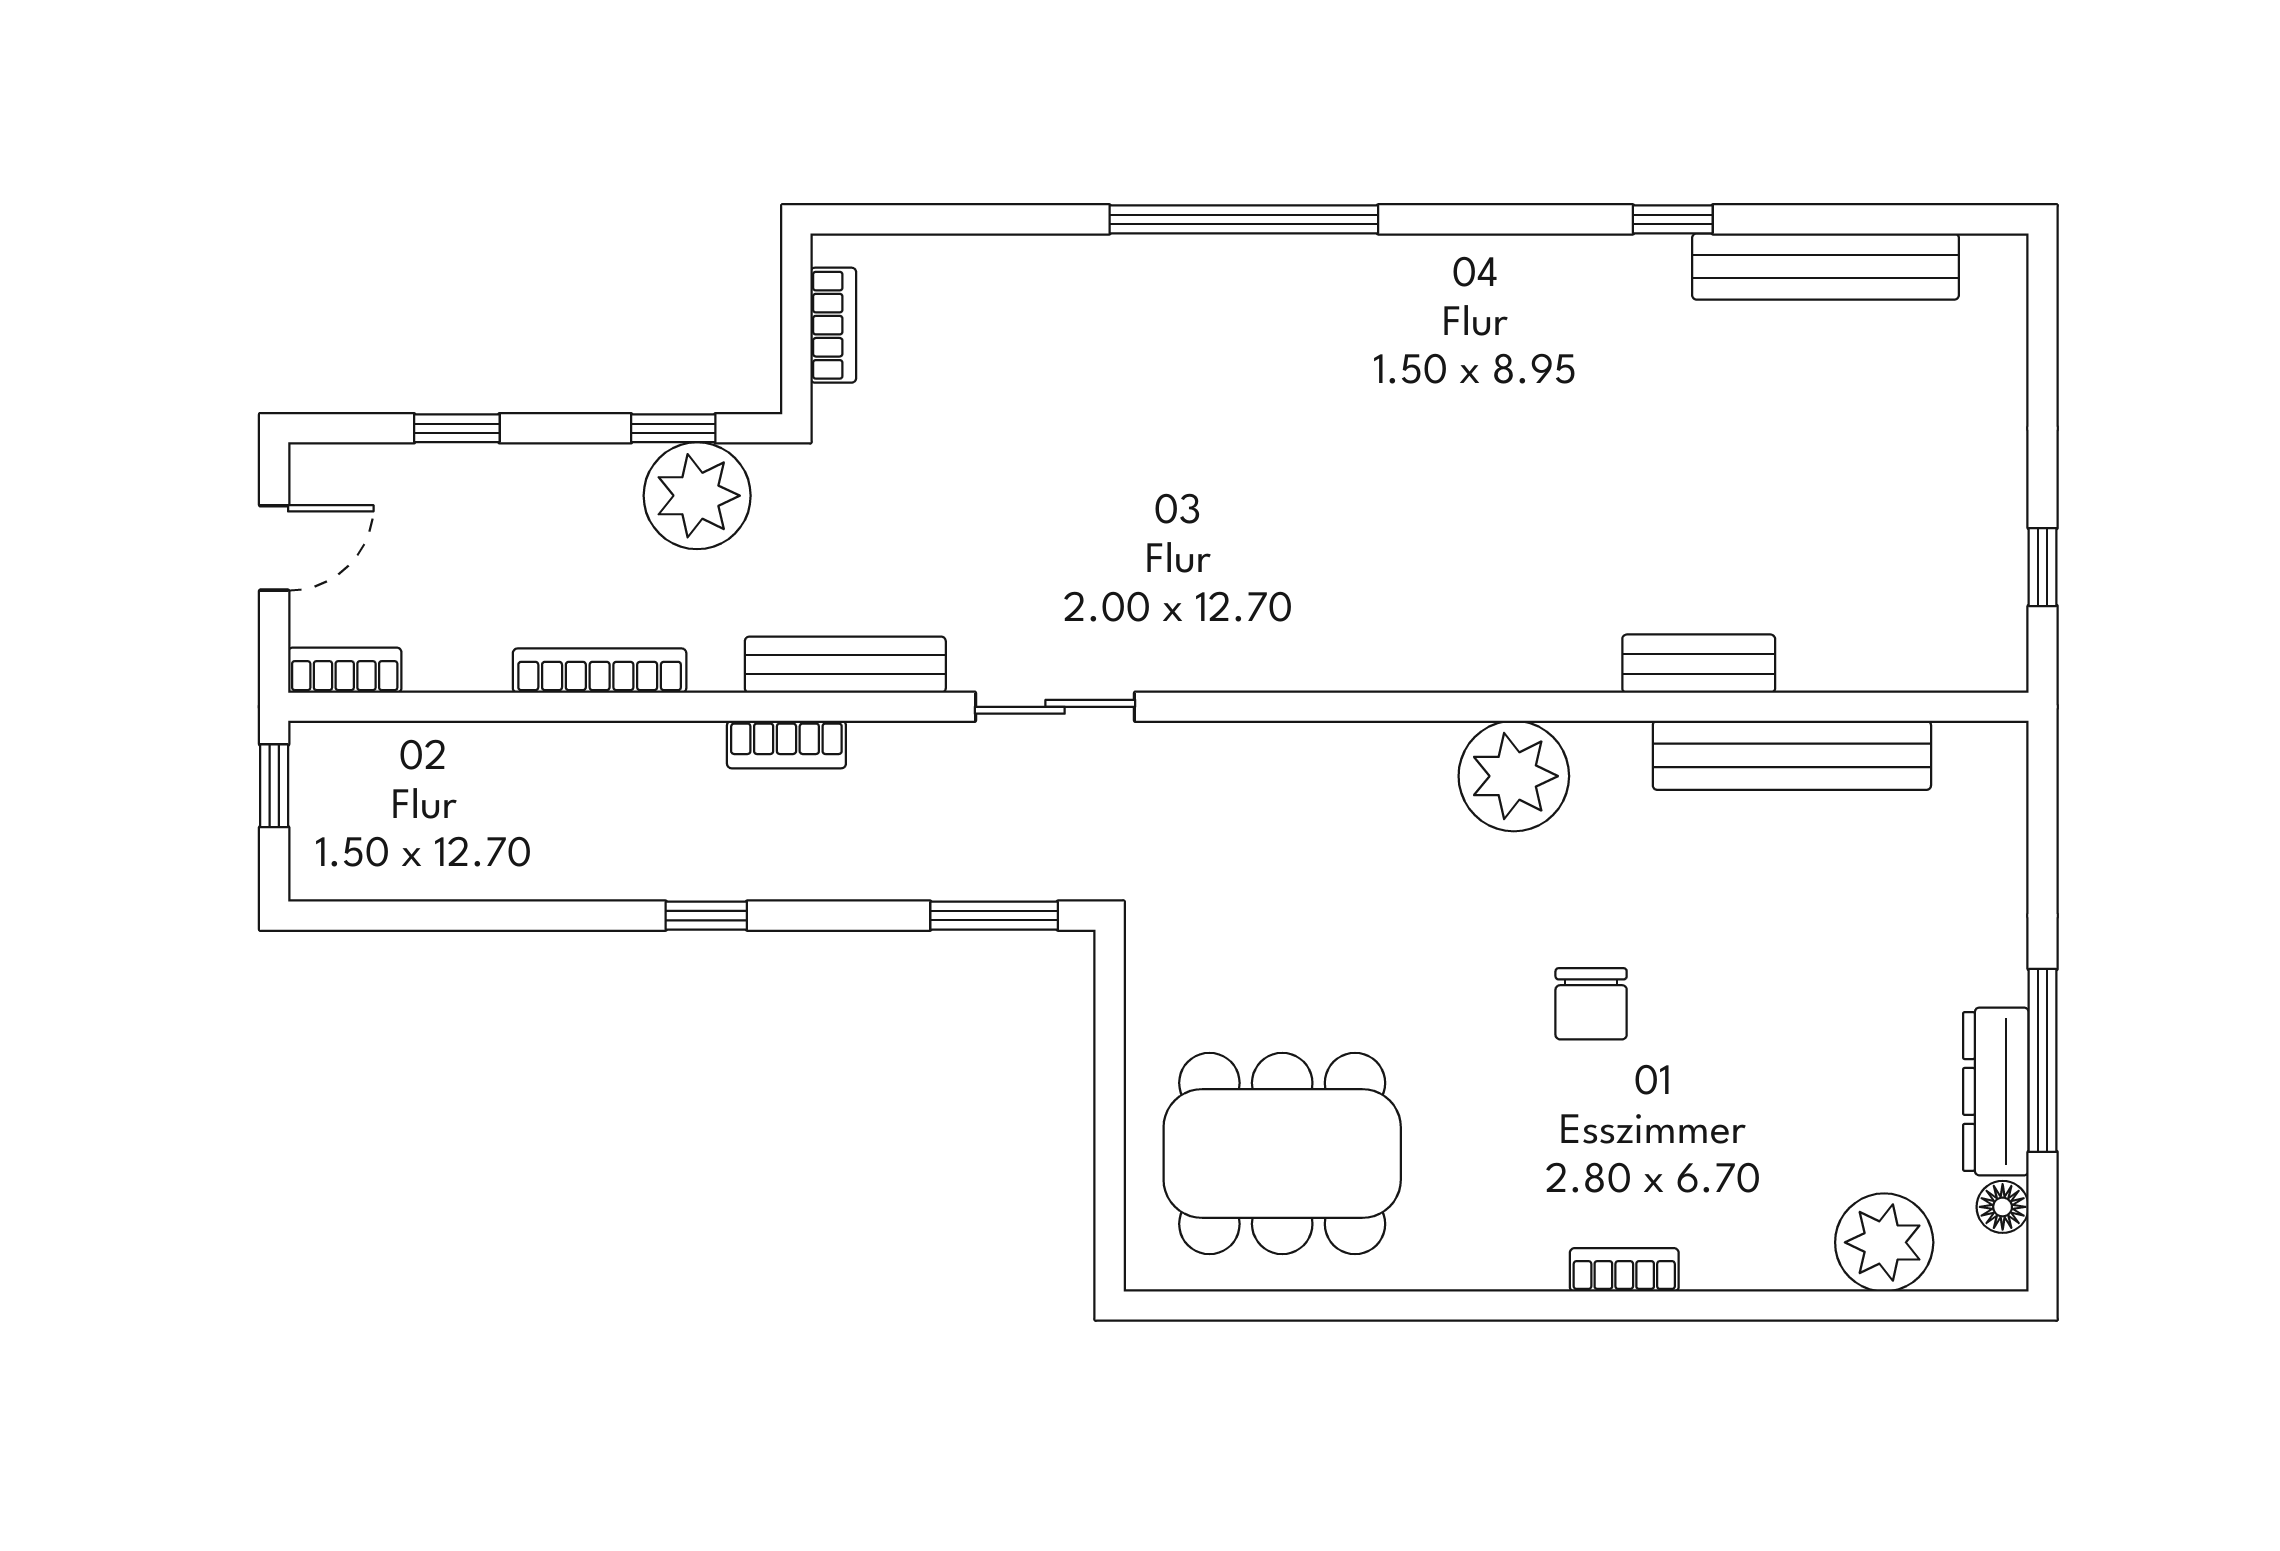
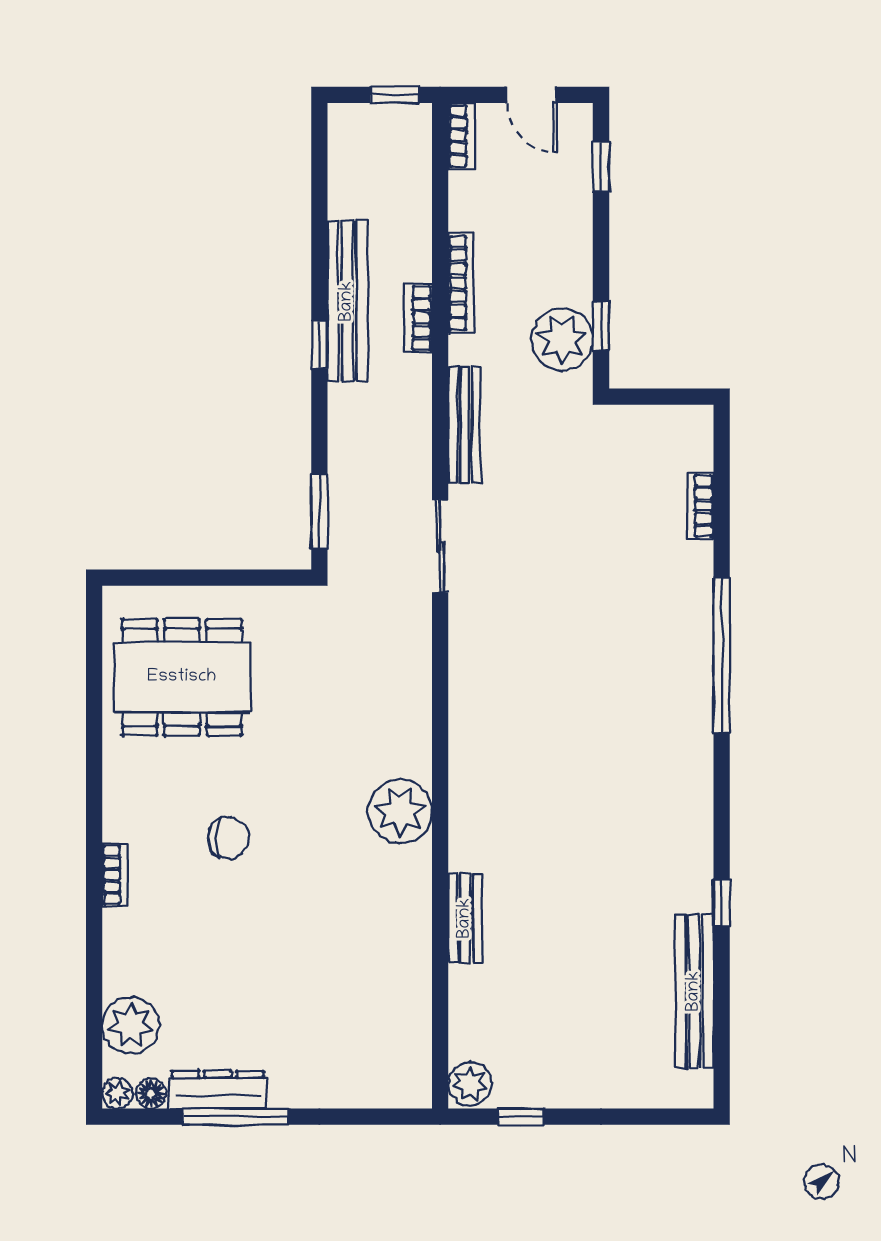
bookcase: (833, 325) -> (700, 506), moved, turned 90
window: (457, 428) -> (601, 167), moved
plant: (1986, 655) -> (470, 1084), added
bookcase: (786, 744) -> (418, 318), moved
bench: (1792, 755) -> (347, 301), moved
chair: (1591, 1004) -> (228, 838), moved, turned 180
dining table: (1282, 1153) -> (182, 677), turned 90
plant: (2002, 1265) -> (118, 1093), added

